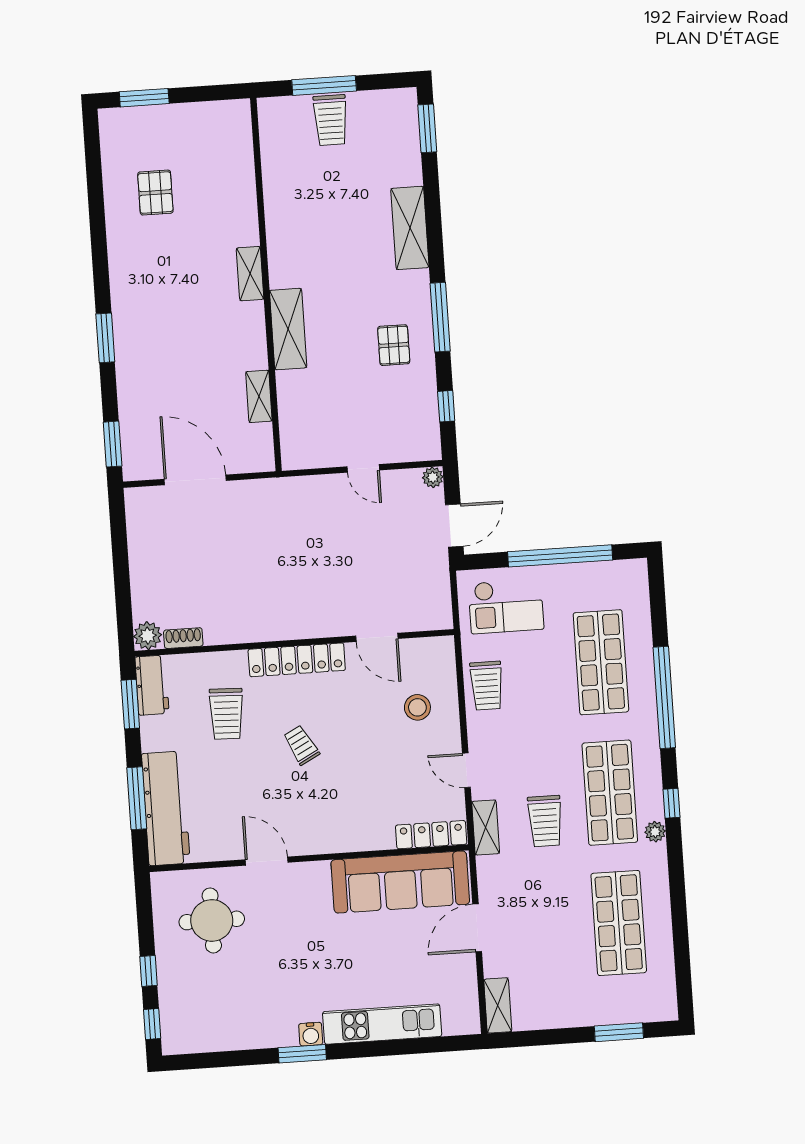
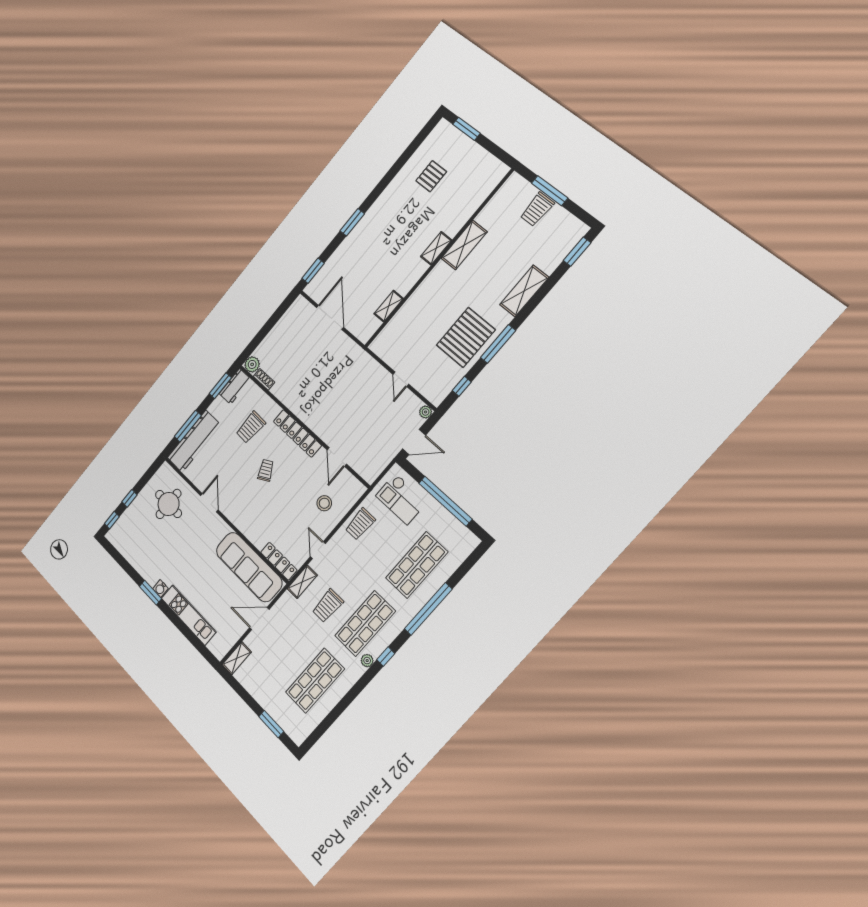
shelving: (288, 329) -> (464, 245), moved
pallet: (394, 345) -> (466, 337), width x2.05, depth x2.00

